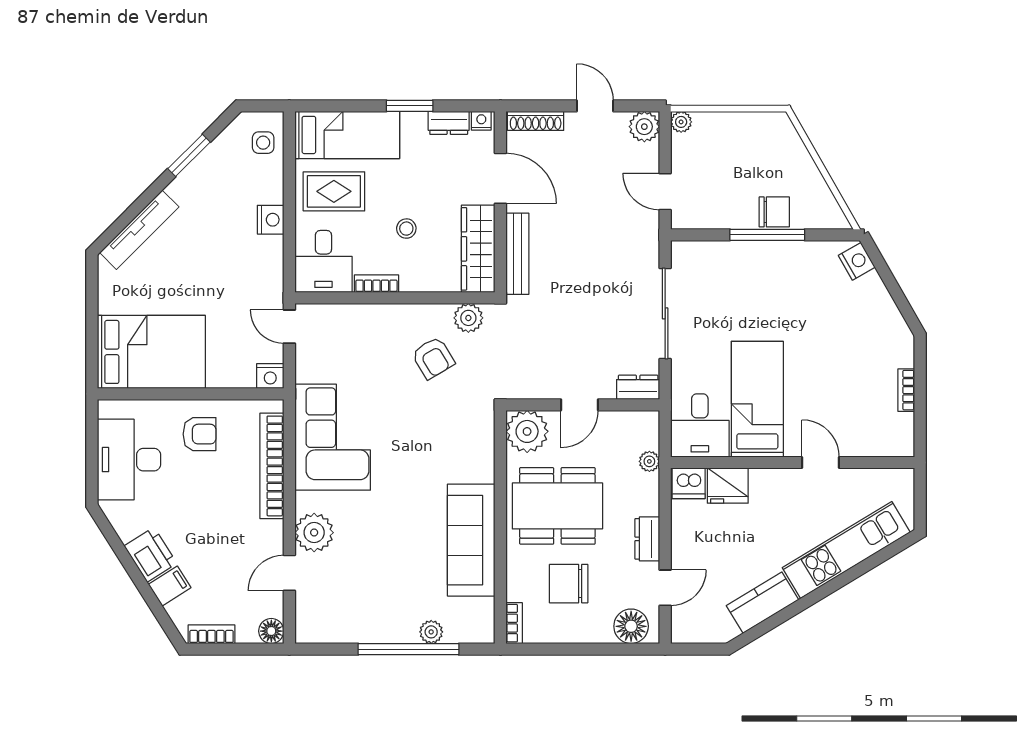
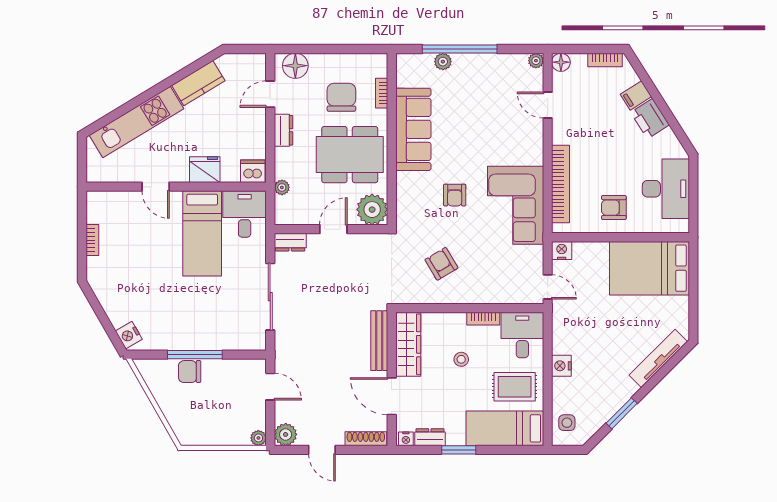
plant: (468, 318) -> (415, 293), removed
armchair: (415, 451) -> (455, 195), added
fridge: (728, 486) -> (205, 170), moved
plant: (314, 533) -> (536, 61), moved, width x0.53, depth x0.53
door: (289, 573) -> (548, 105), swing flipped
chair: (569, 584) -> (341, 97), turned -90
bookcase: (514, 623) -> (382, 93), moved

